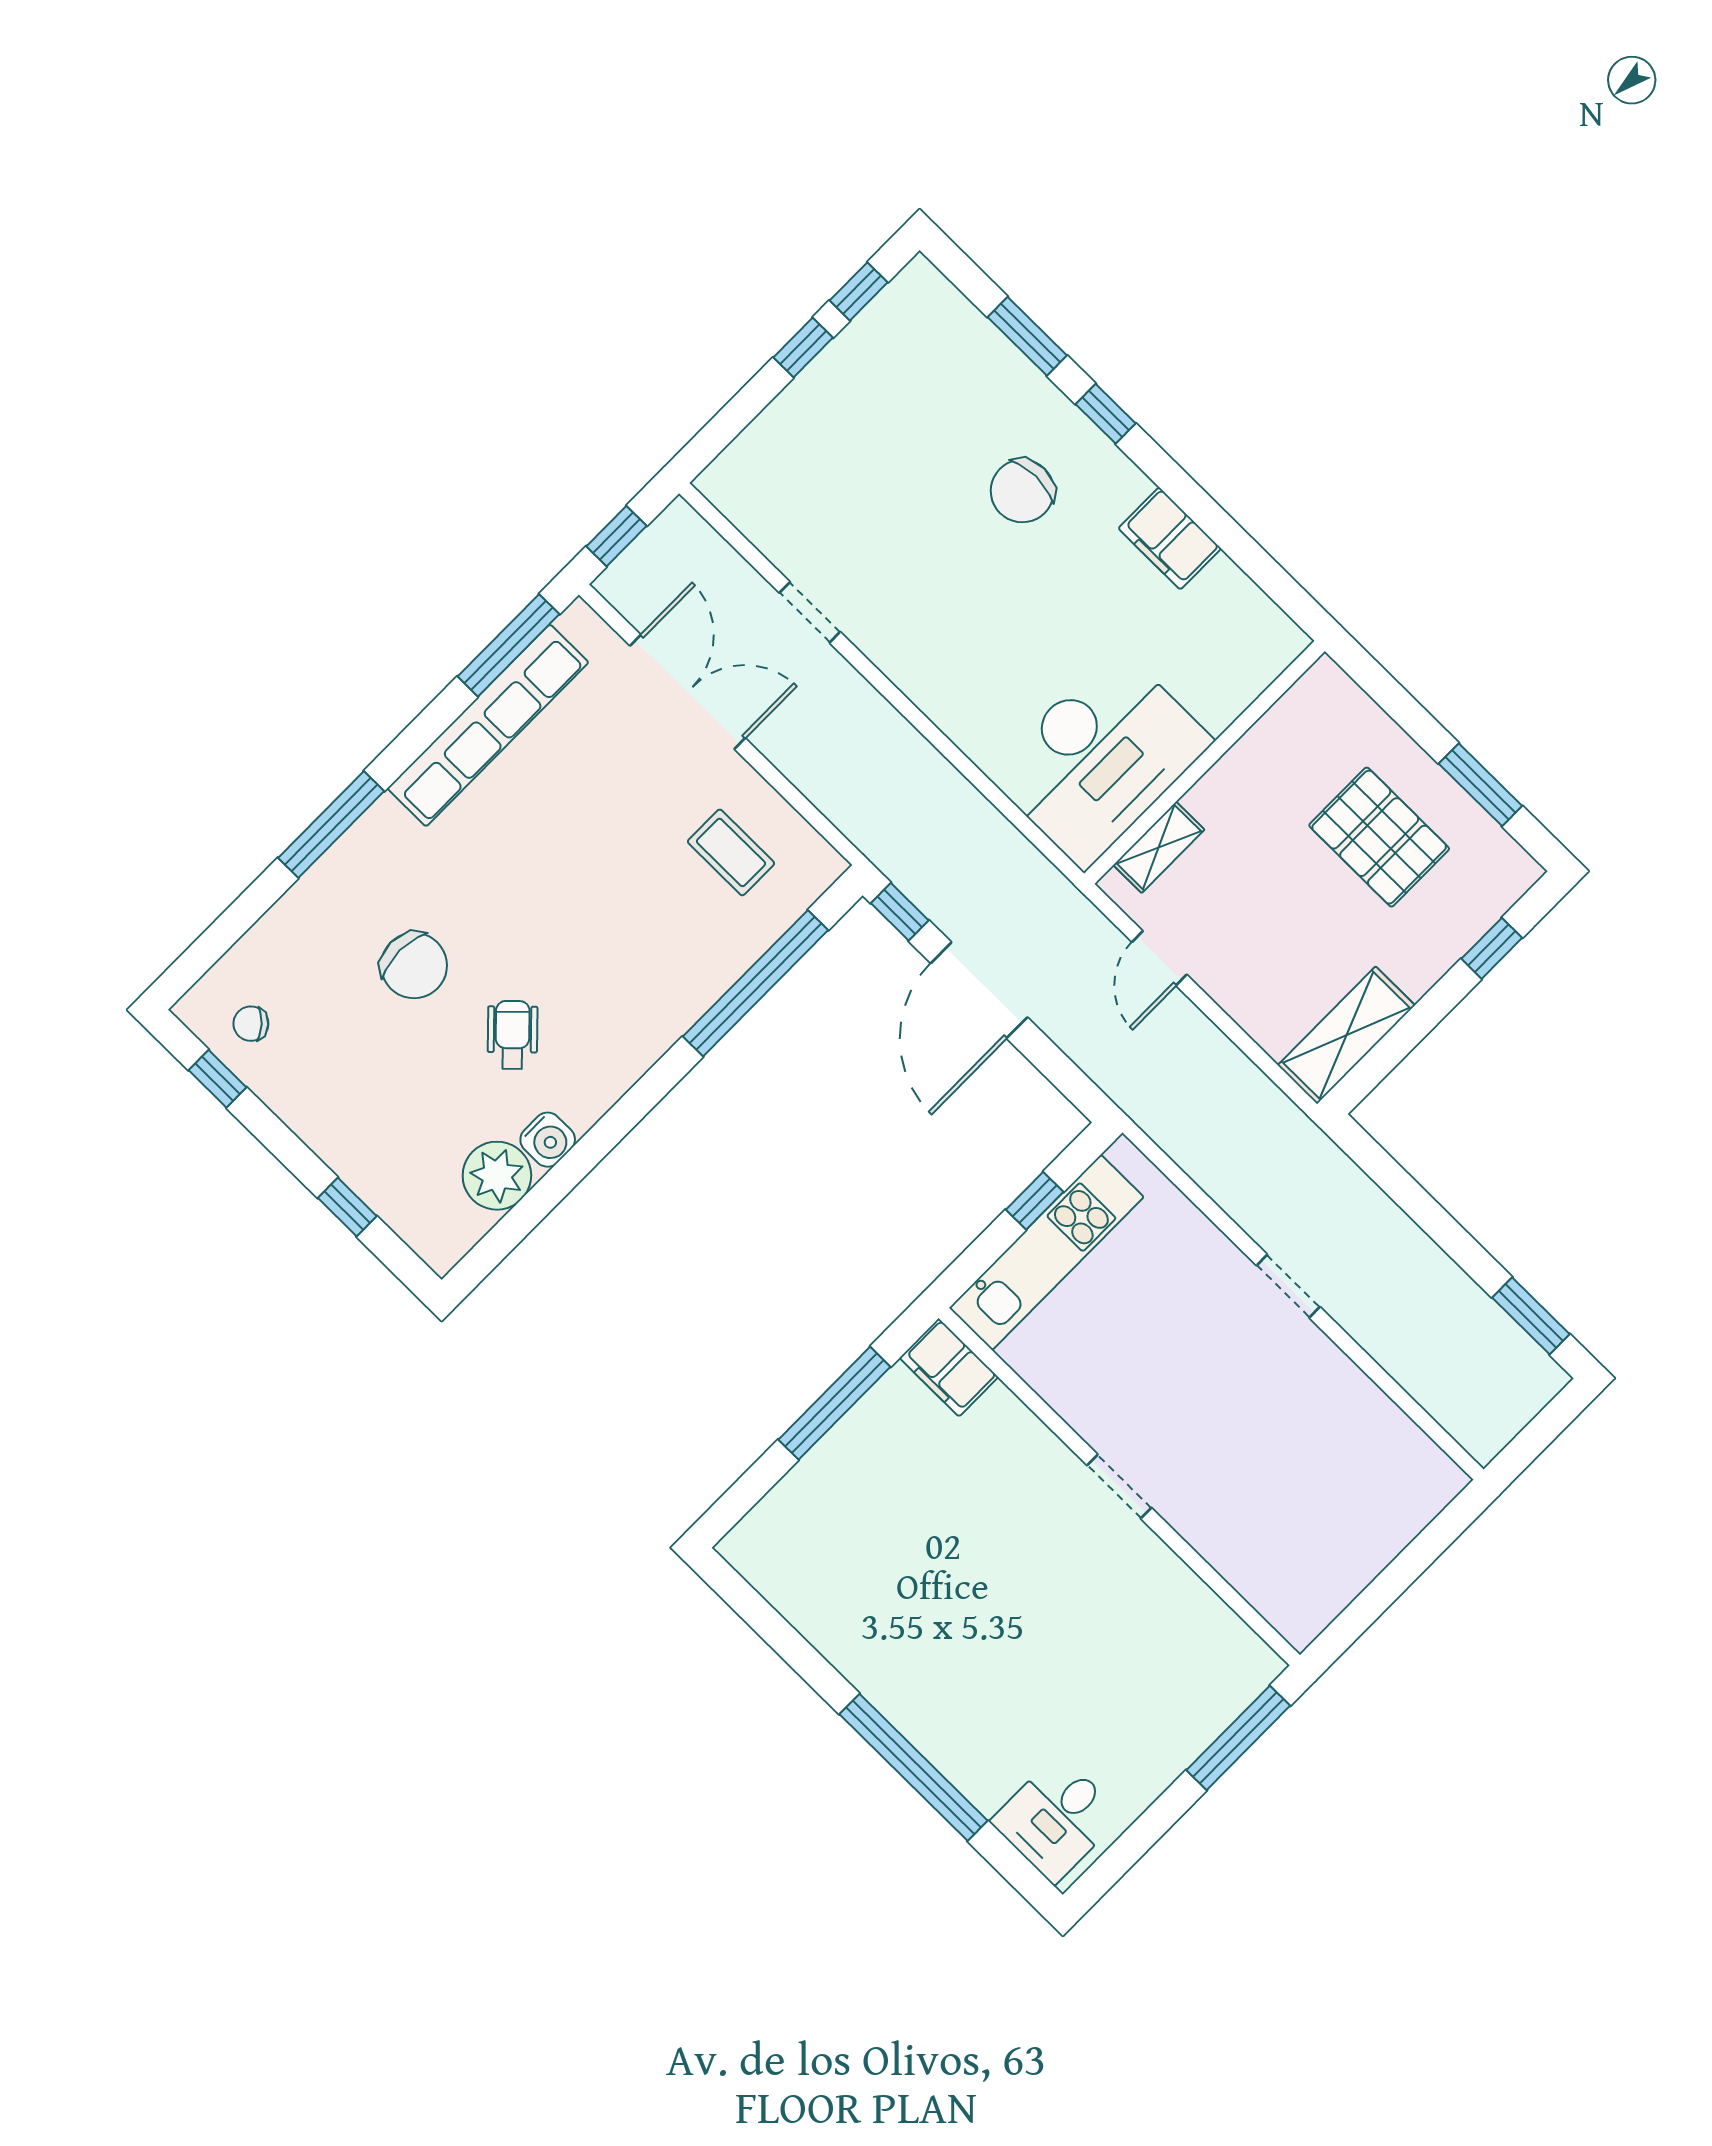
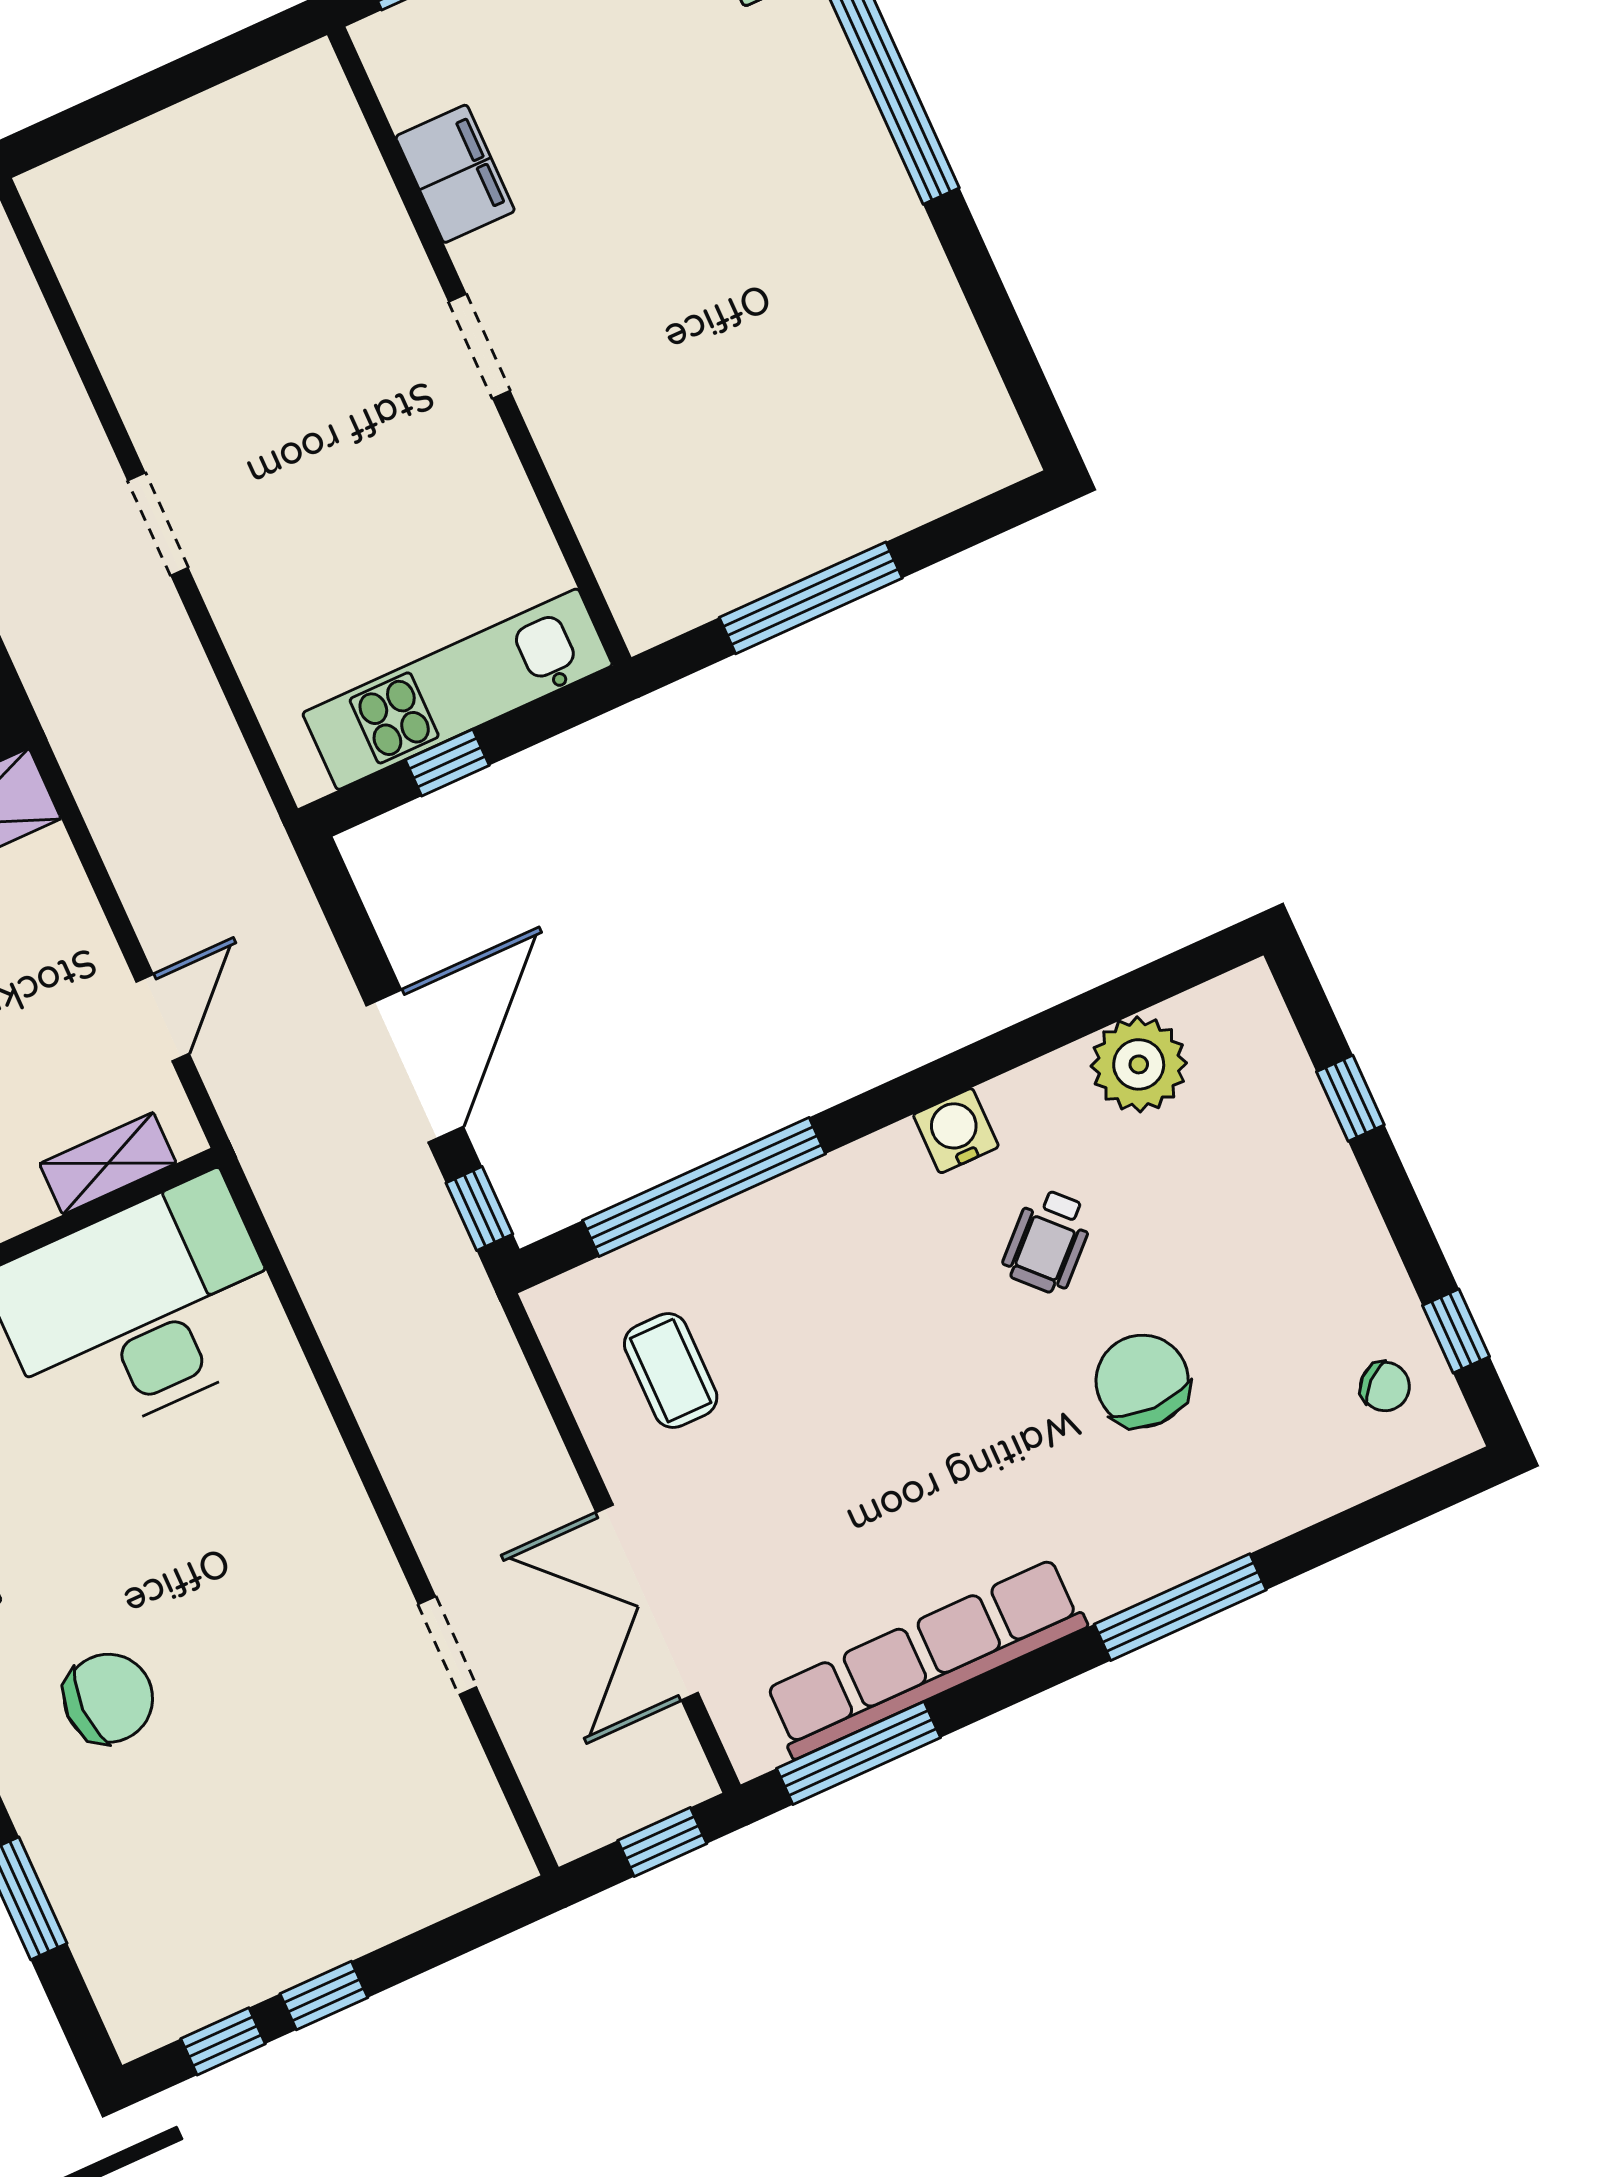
water cooler: (548, 1140) -> (956, 1131), moved
filing cabinet: (949, 1367) -> (455, 174), moved

